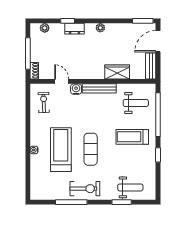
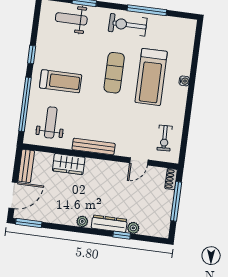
plant: (45, 28) -> (133, 228), moved
dresser: (74, 29) -> (109, 224), width x1.44
door: (62, 81) -> (139, 161), hinge flipped
water cooler: (76, 89) -> (122, 150), removed
weight bench: (136, 103) -> (51, 122), turned 90

